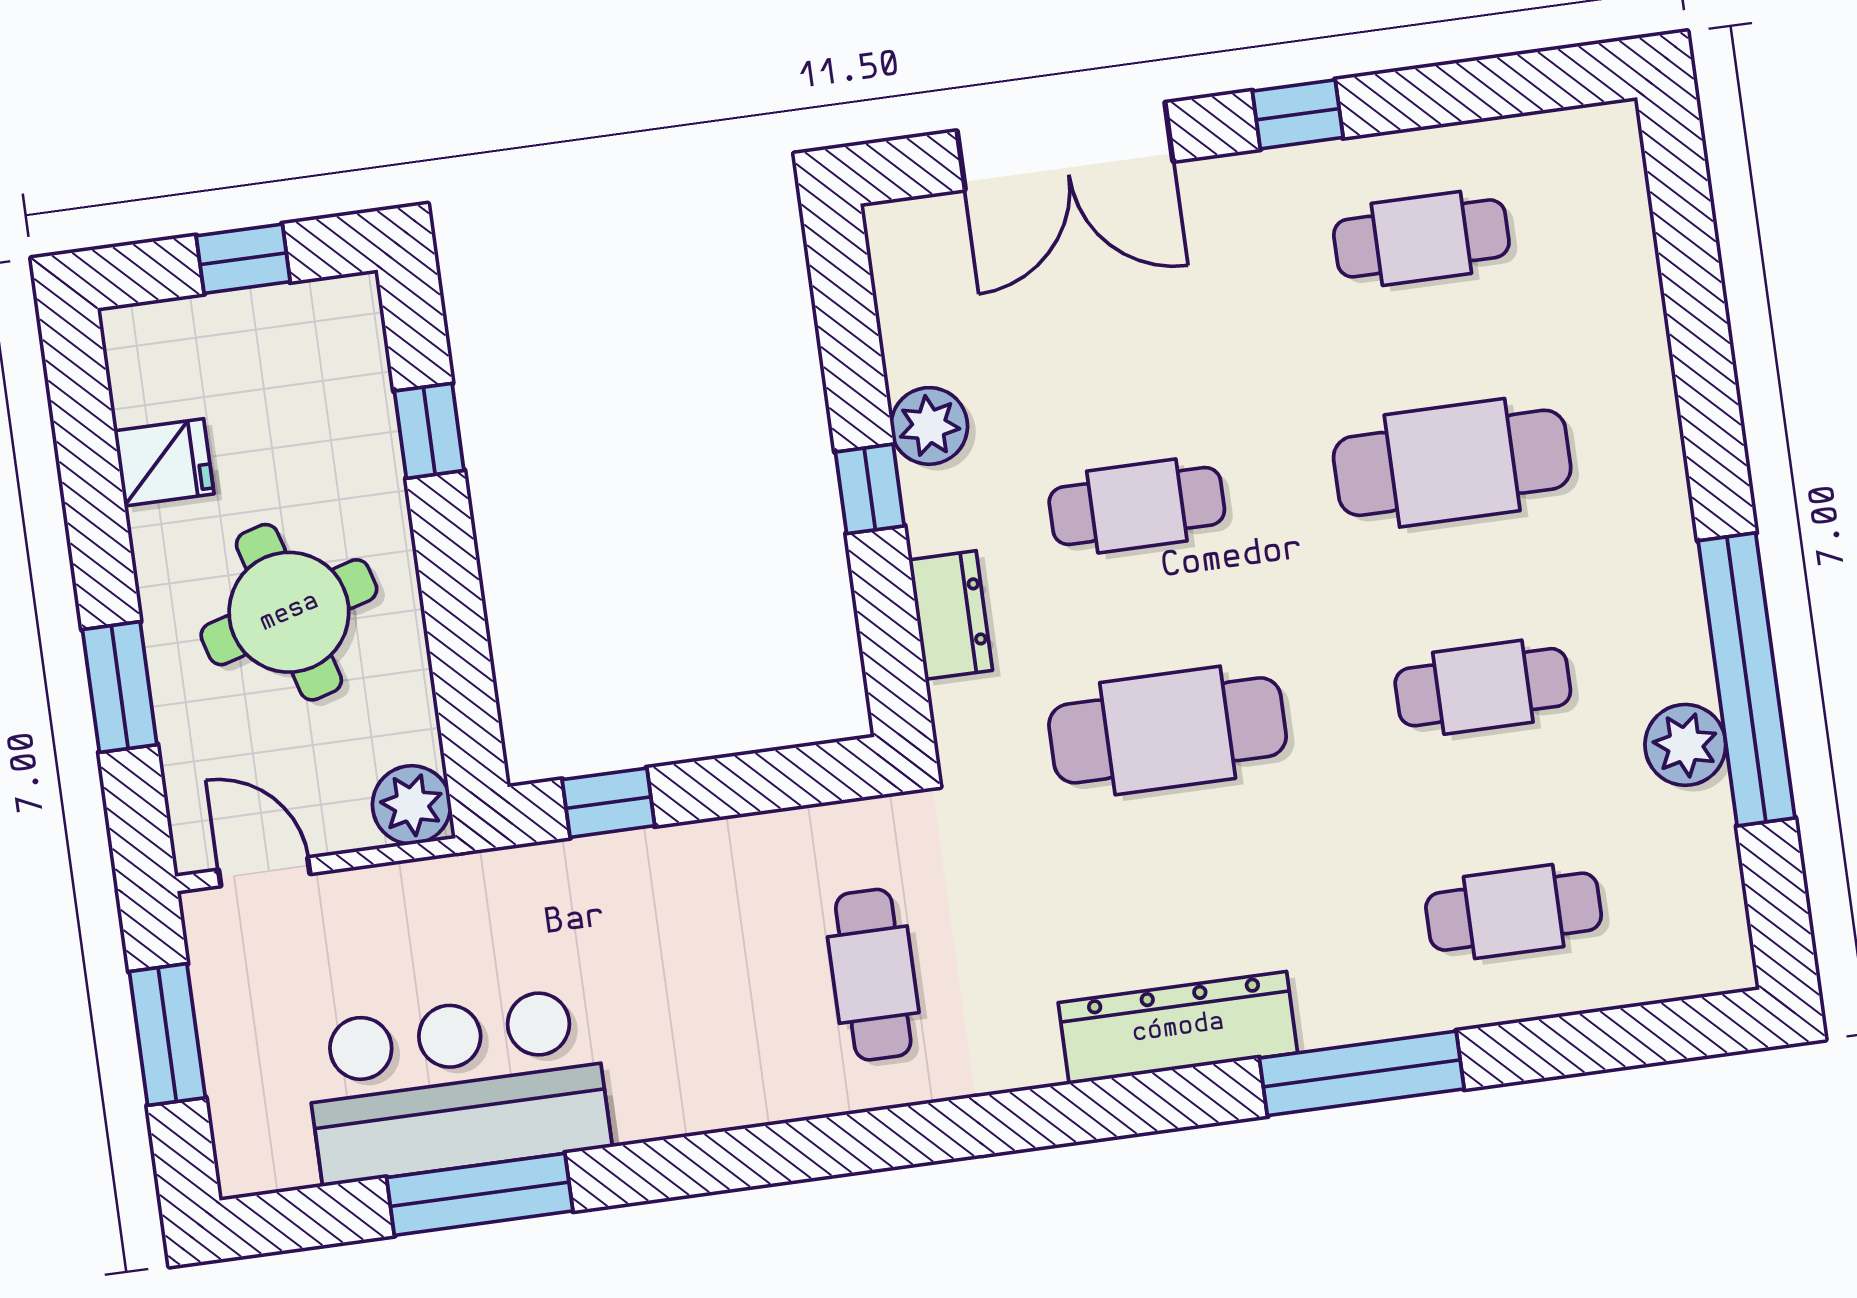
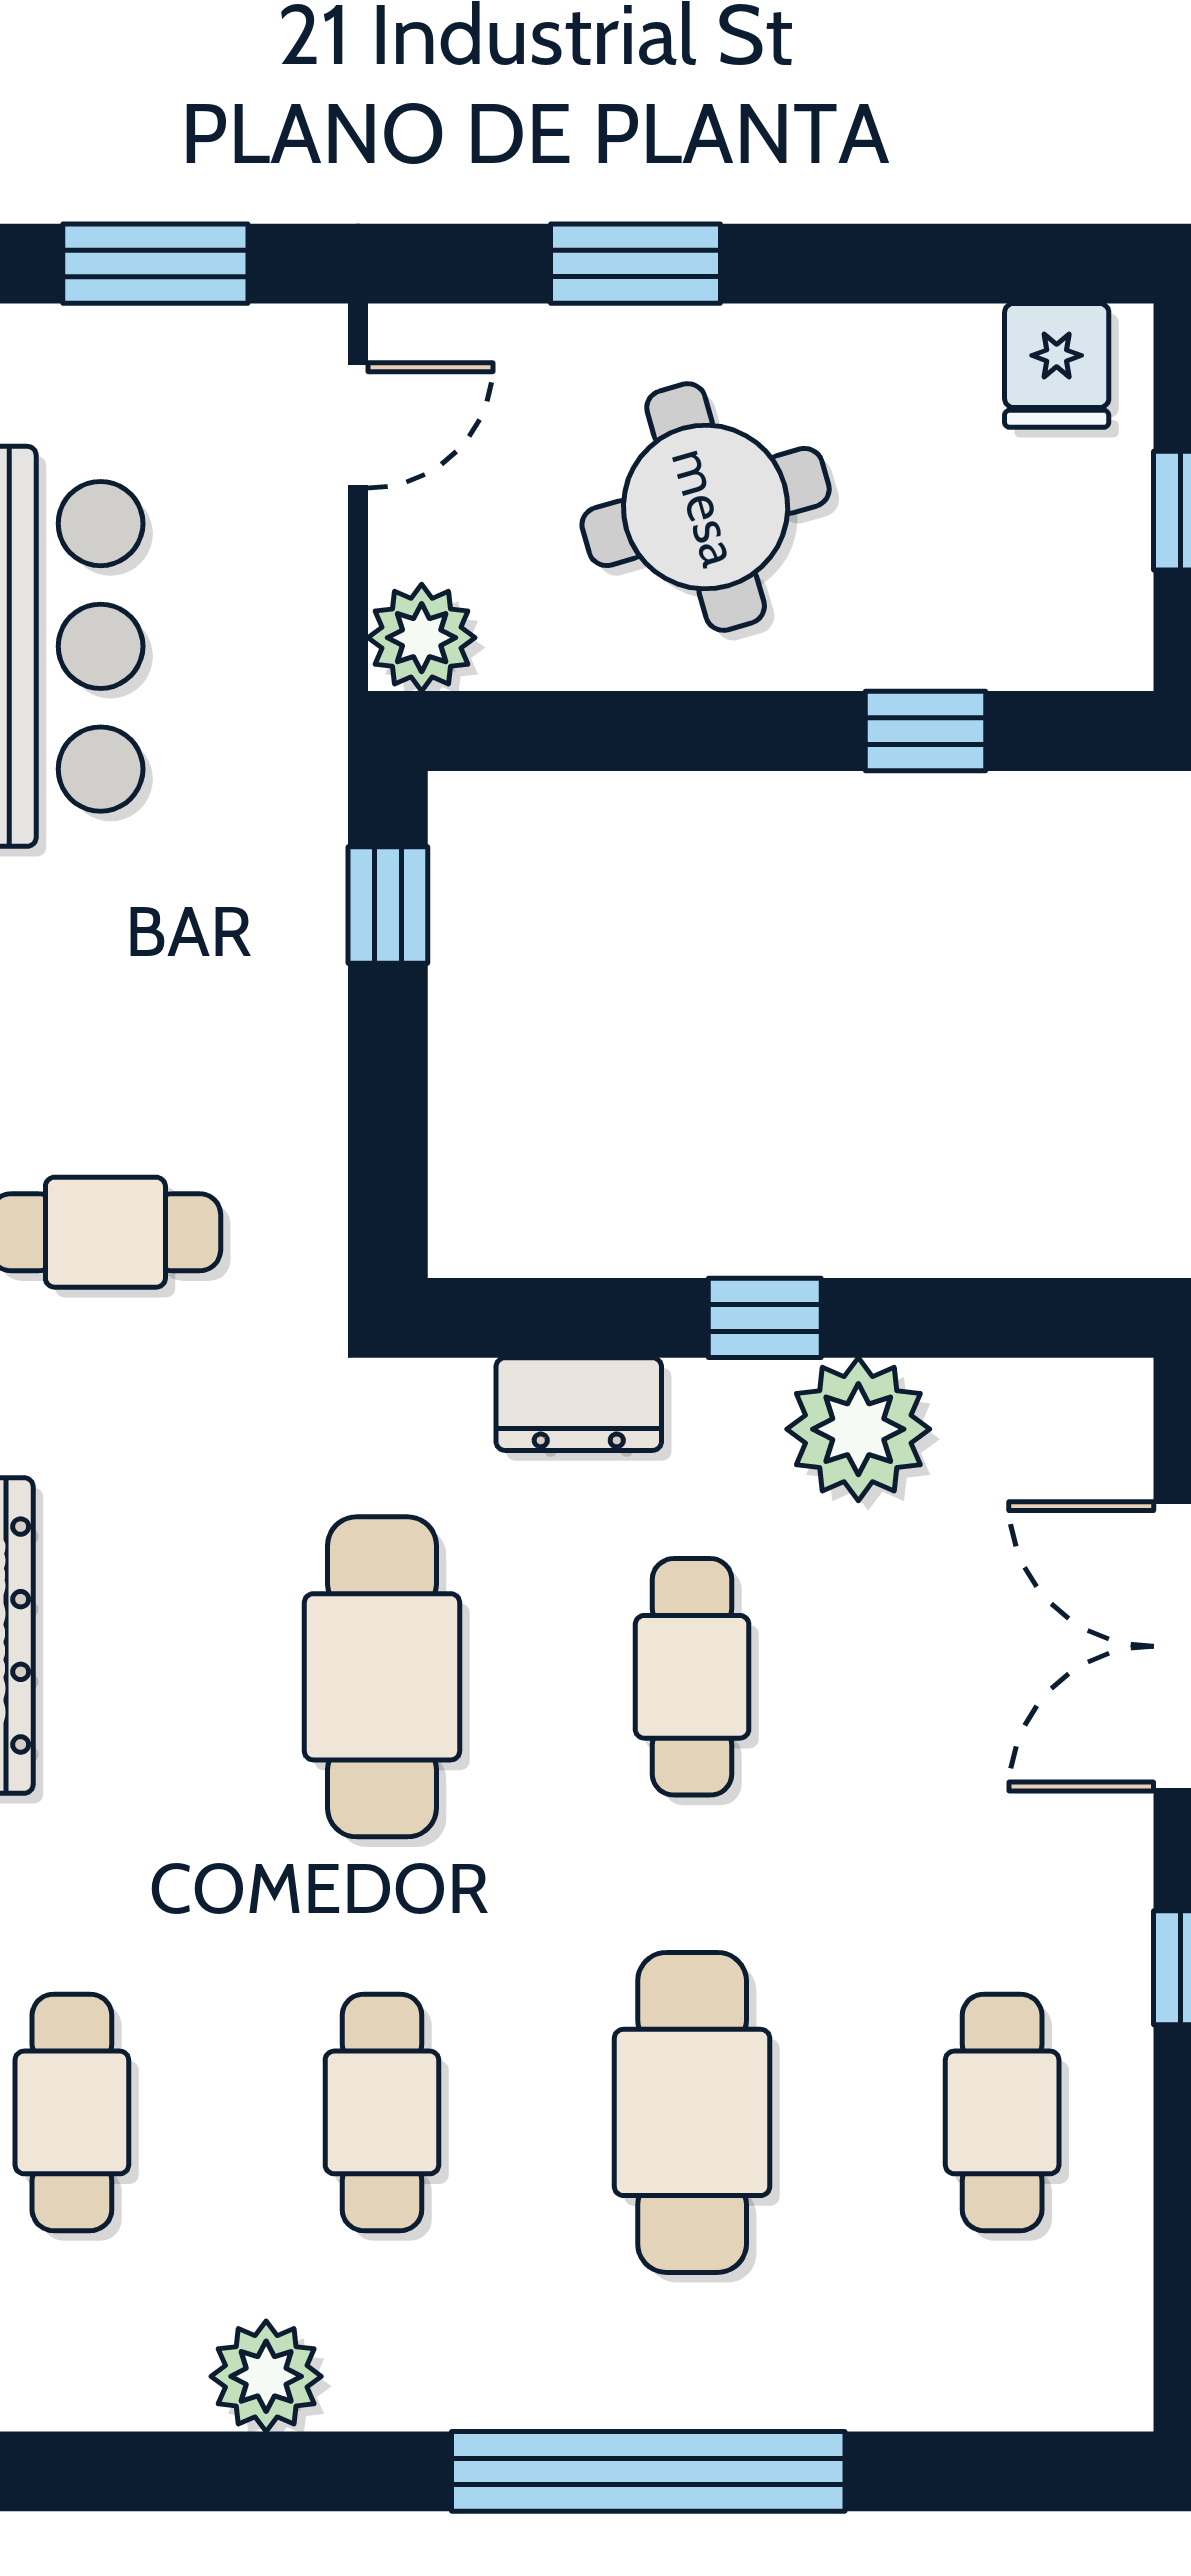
plant: (929, 426) -> (858, 1429), width x1.36, depth x1.36
fridge: (164, 462) -> (1057, 365), moved
window: (1746, 679) -> (648, 2471), moved

